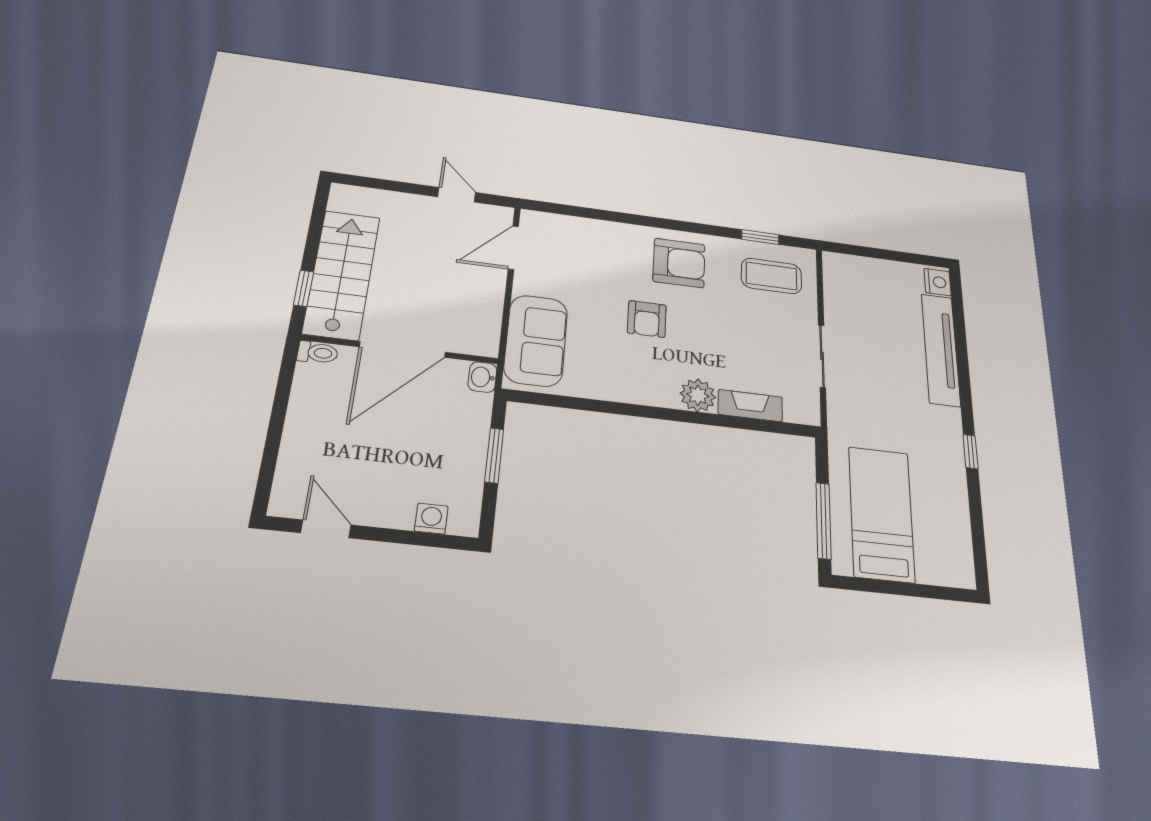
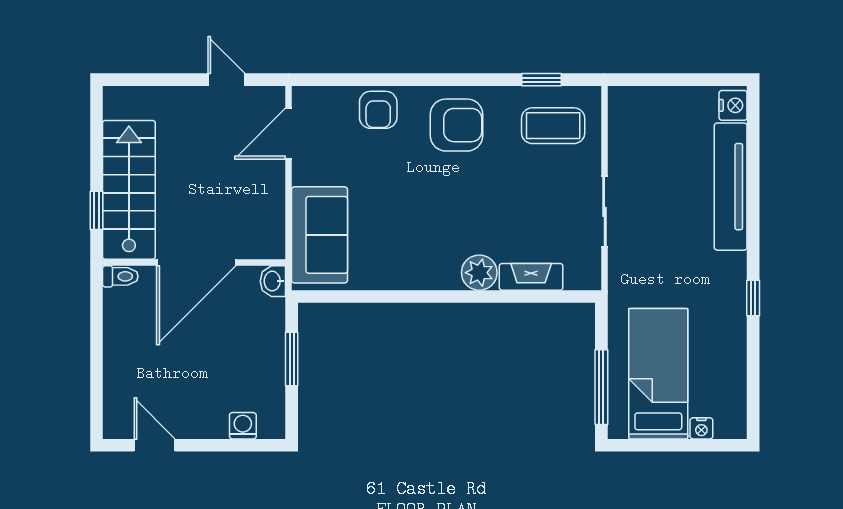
armchair: (647, 319) -> (378, 110), moved
nightstand: (929, 574) -> (701, 428), added

